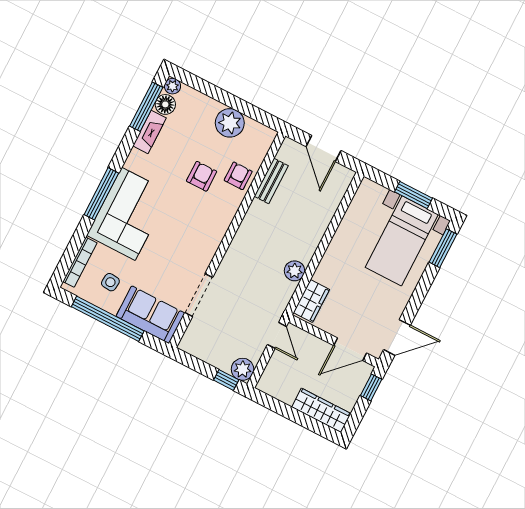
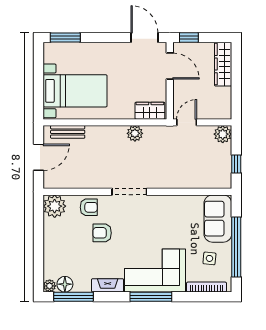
plant: (230, 123) -> (55, 206), moved
fireplace: (150, 132) -> (108, 285), moved
armchair: (238, 176) -> (89, 207), turned 180
bench: (271, 181) -> (68, 132), moved
window: (413, 195) -> (39, 77), removed
bed with nightstands: (402, 241) -> (75, 91), moved
doorway: (199, 295) -> (129, 192), moved
window: (226, 380) -> (236, 164), moved

